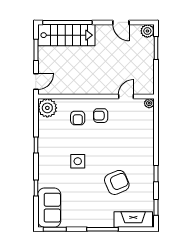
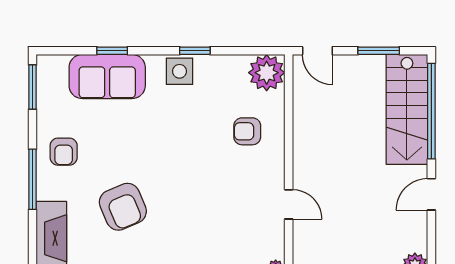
door: (121, 22) -> (431, 194), moved
door: (126, 97) -> (289, 204), moved
armchair: (101, 116) -> (64, 152), moved, turned 180
side table: (78, 161) -> (179, 71), moved
sofa: (49, 208) -> (107, 77), moved

